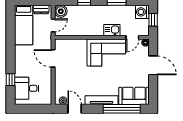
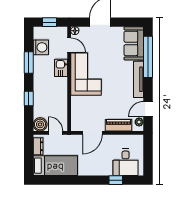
washing machine: (142, 12) -> (41, 47), moved, turned -90
piano: (60, 82) -> (118, 125), added

